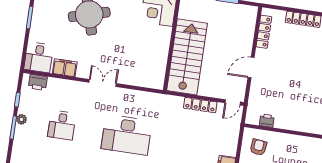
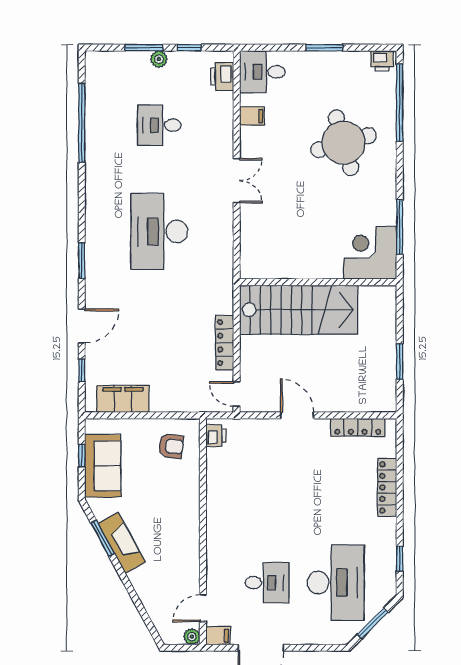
filing cabinet: (65, 68) -> (252, 116), width x0.50
printer: (267, 121) -> (216, 435), moved

